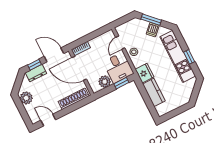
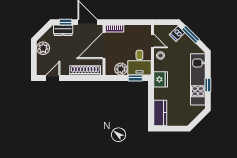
dishwasher: (153, 30) -> (177, 34), moved
door: (120, 43) -> (152, 41), swing flipped
door: (79, 68) -> (104, 46), hinge flipped
kitchen counter: (154, 92) -> (160, 113), moved
door: (48, 120) -> (53, 78), hinge flipped

